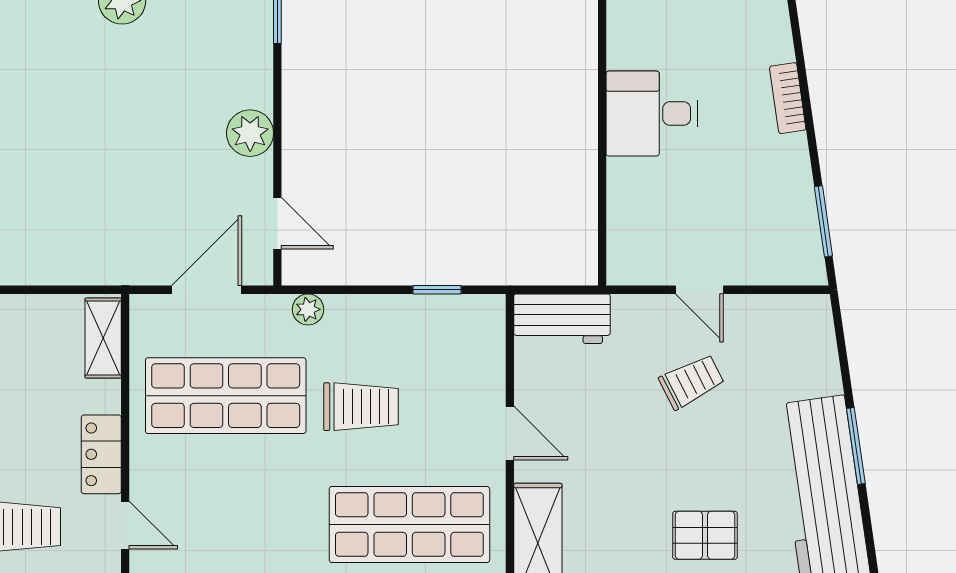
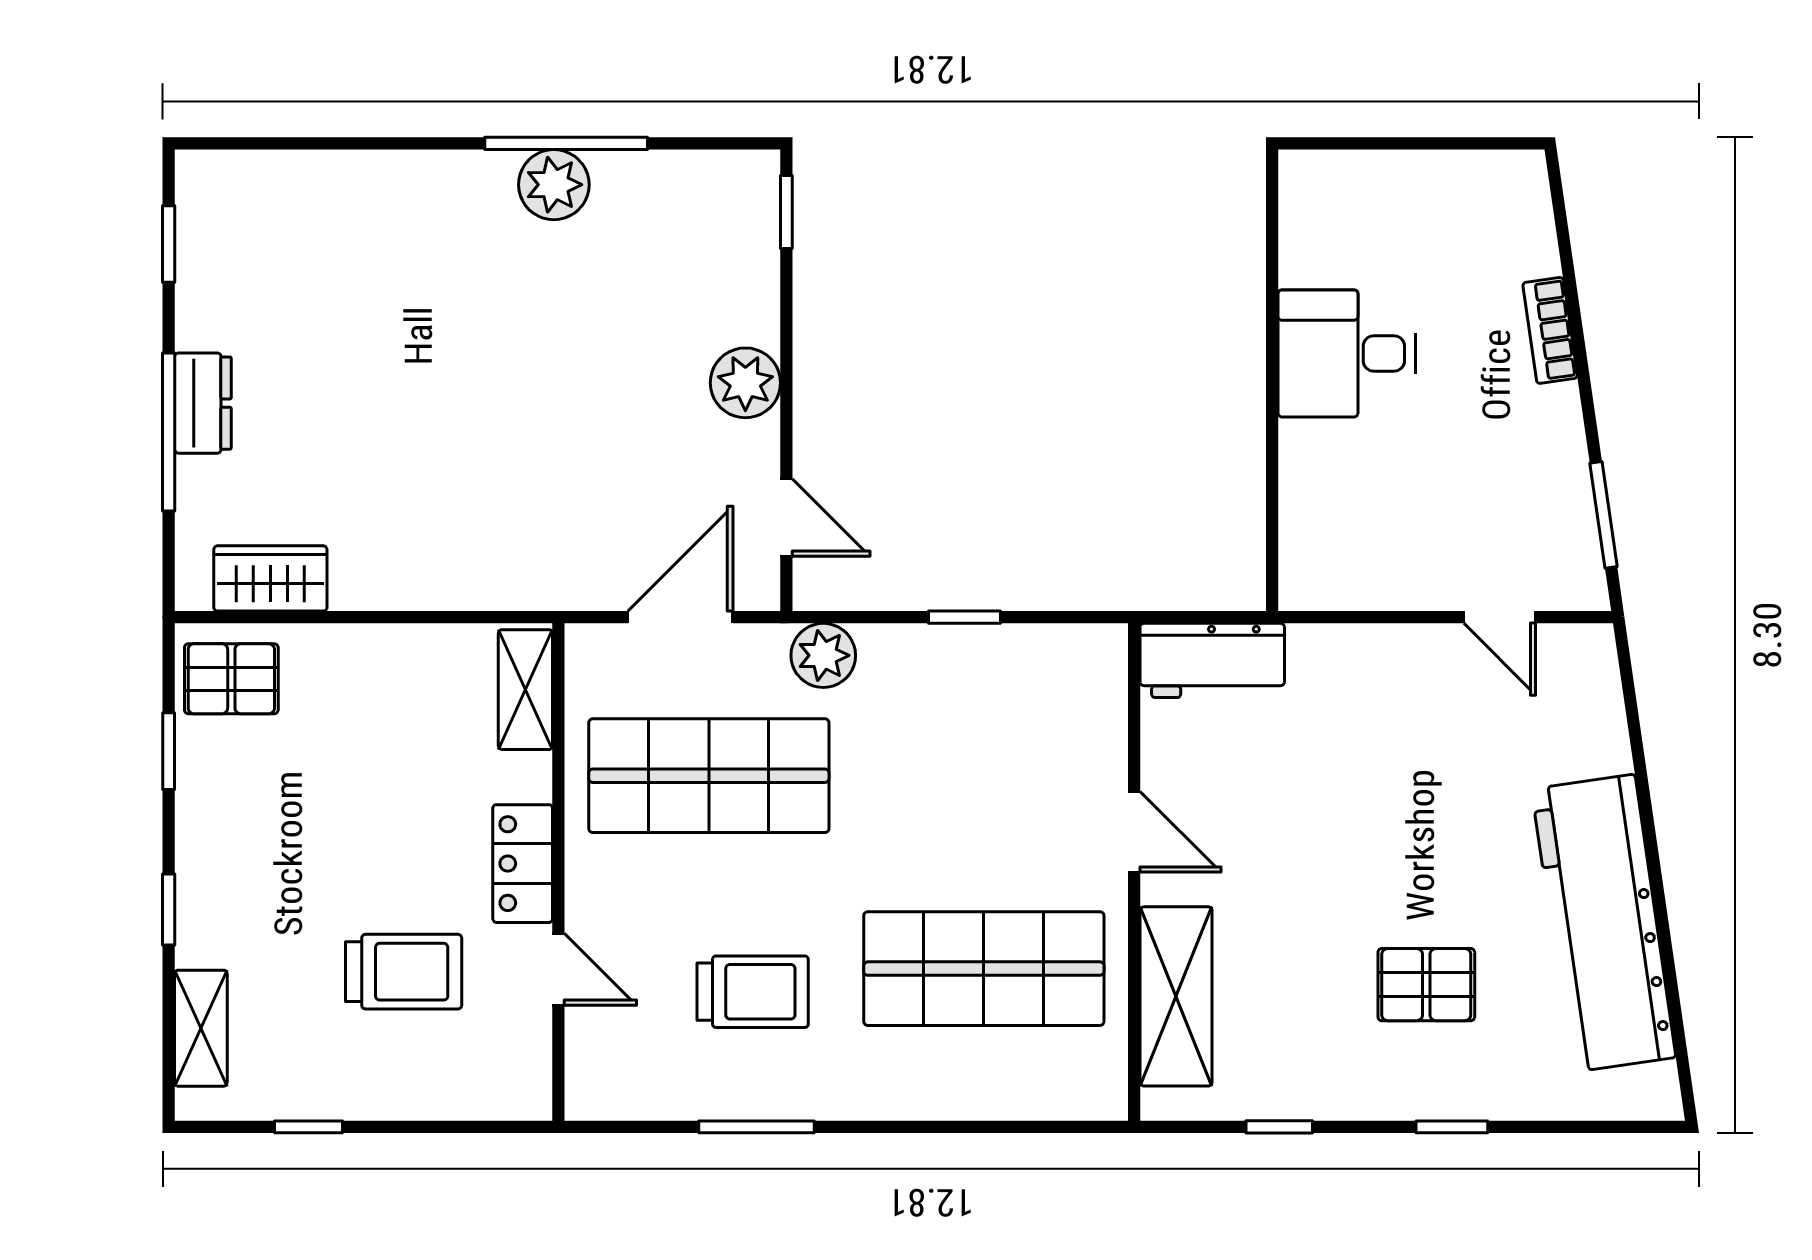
window: (437, 290) -> (964, 617), moved
door: (699, 290) -> (1500, 617), moved
plant: (308, 309) -> (823, 655), width x1.38, depth x1.38
trolley: (692, 382) -> (1406, 755), removed
trolley: (361, 407) -> (753, 992), moved
window: (856, 446) -> (1652, 851), removed

